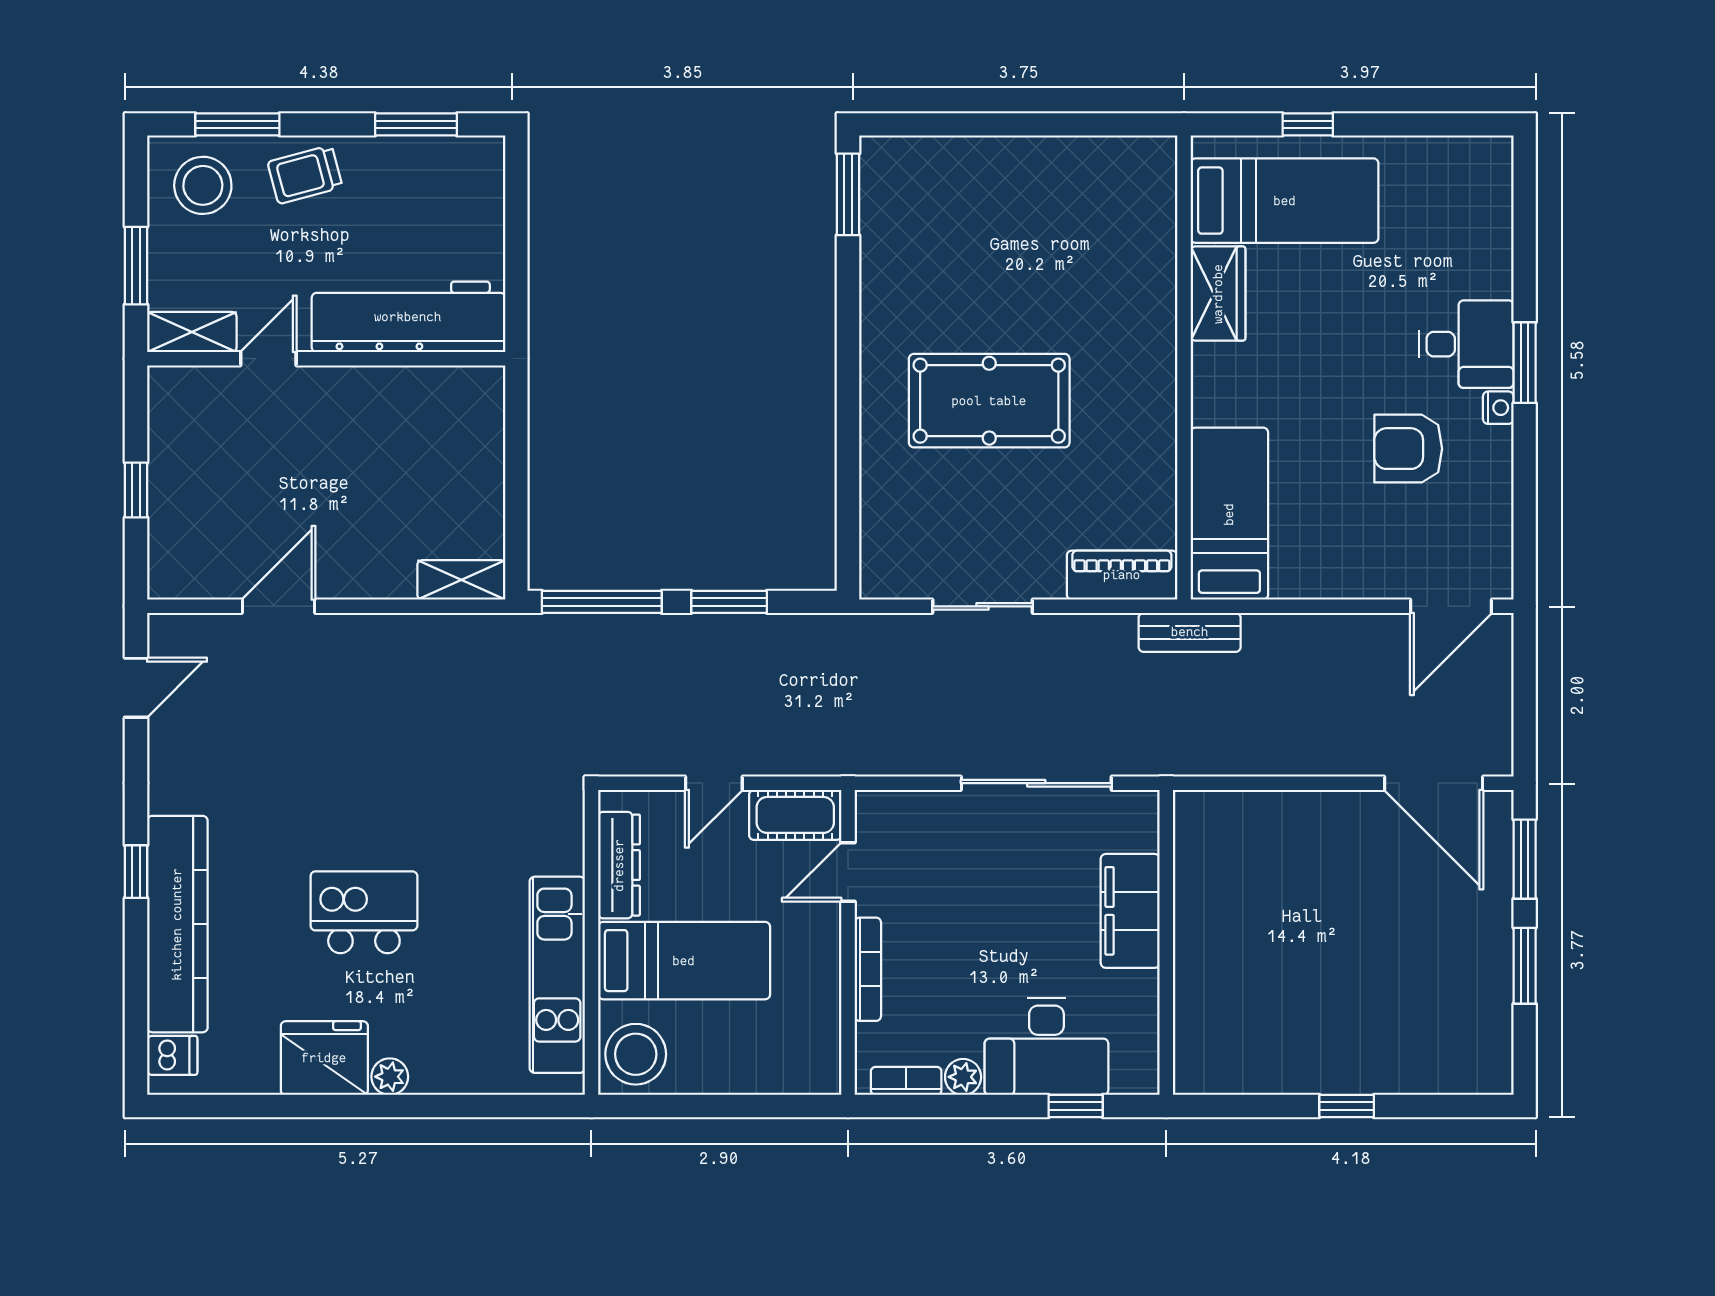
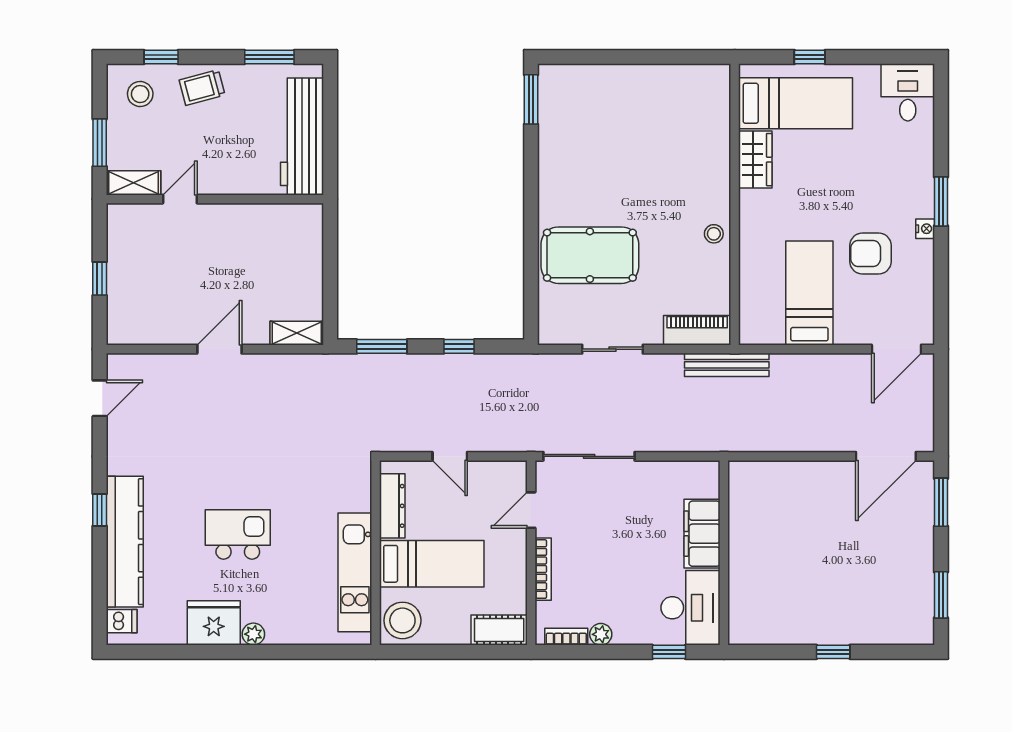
window: (237, 124) -> (161, 57), width x0.67
stool: (203, 185) -> (140, 94), width x0.73, depth x0.73
workbench: (408, 317) -> (302, 136), moved, turned -90
desk: (1466, 344) -> (908, 92), moved, turned -90
pool table: (989, 401) -> (590, 255), moved
stool: (1150, 416) -> (714, 234), added
bed: (1229, 514) -> (809, 293), moved
window: (602, 602) -> (382, 346), width x0.69
window: (729, 602) -> (459, 346), width x0.67
door: (279, 606) -> (219, 349), moved
bench: (1190, 632) -> (727, 365), width x1.36
door: (714, 783) -> (450, 456), hinge flipped
sliding door: (1036, 783) -> (589, 456), moved
door: (1434, 783) -> (886, 456), hinge flipped
cot: (795, 815) -> (499, 630), moved
window: (1525, 966) -> (941, 595), moved
desk: (1046, 1046) -> (691, 608), moved, turned -90

